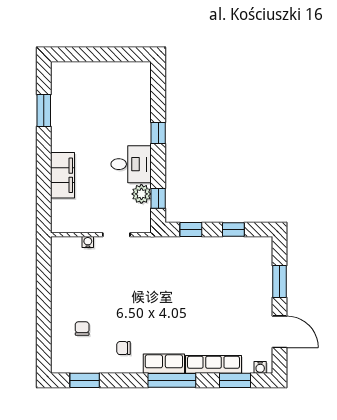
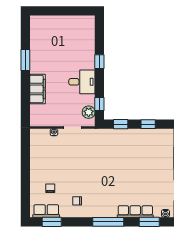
window: (44, 110) -> (25, 60), moved
plant: (141, 194) -> (89, 112), moved
row of seats: (164, 364) -> (46, 211), moved

